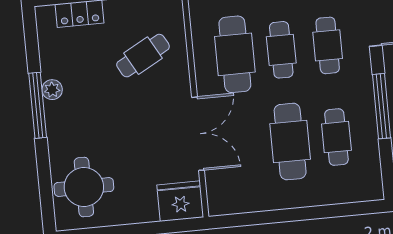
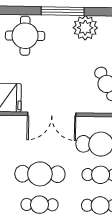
plant: (52, 90) -> (85, 28), width x1.87, depth x1.87
window: (38, 105) -> (63, 11), moved

